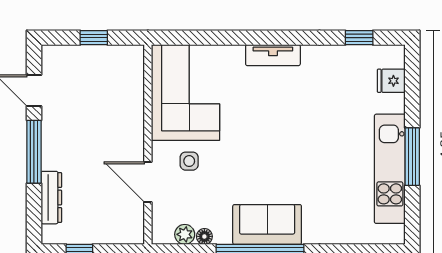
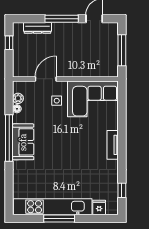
window: (94, 38) -> (122, 50), width x2.17
kitchen unit: (390, 169) -> (53, 207), width x1.36

